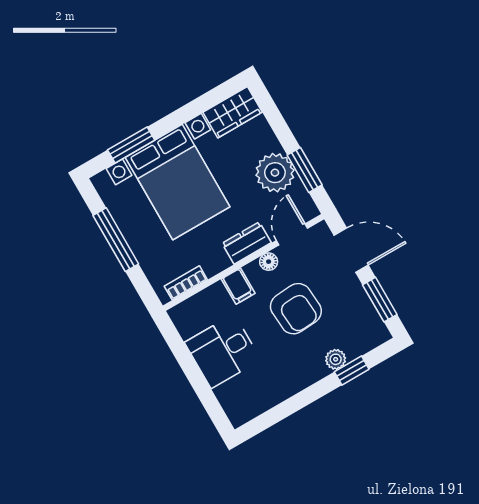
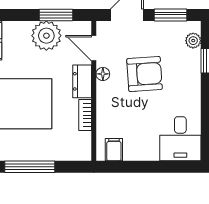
bookcase: (186, 283) -> (85, 115), moved
filing cabinet: (238, 286) -> (114, 150), moved, turned -90
desk: (223, 351) -> (180, 139), moved
plant: (336, 359) -> (193, 41), moved

